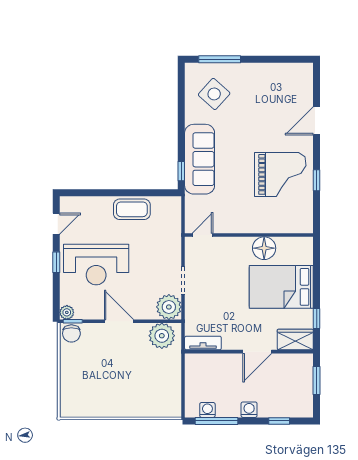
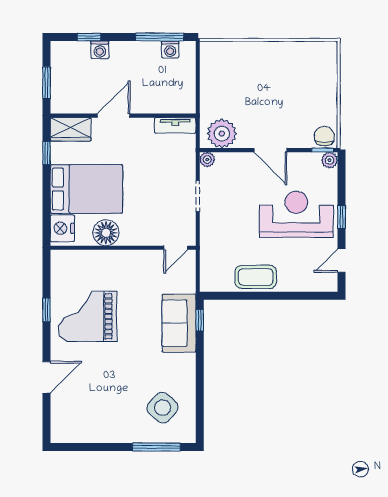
sofa: (200, 159) -> (179, 323), width x0.73
nightstand: (303, 252) -> (62, 228), added
plant: (169, 307) -> (207, 160), width x0.53, depth x0.53
washing machine: (249, 410) -> (100, 50), moved

